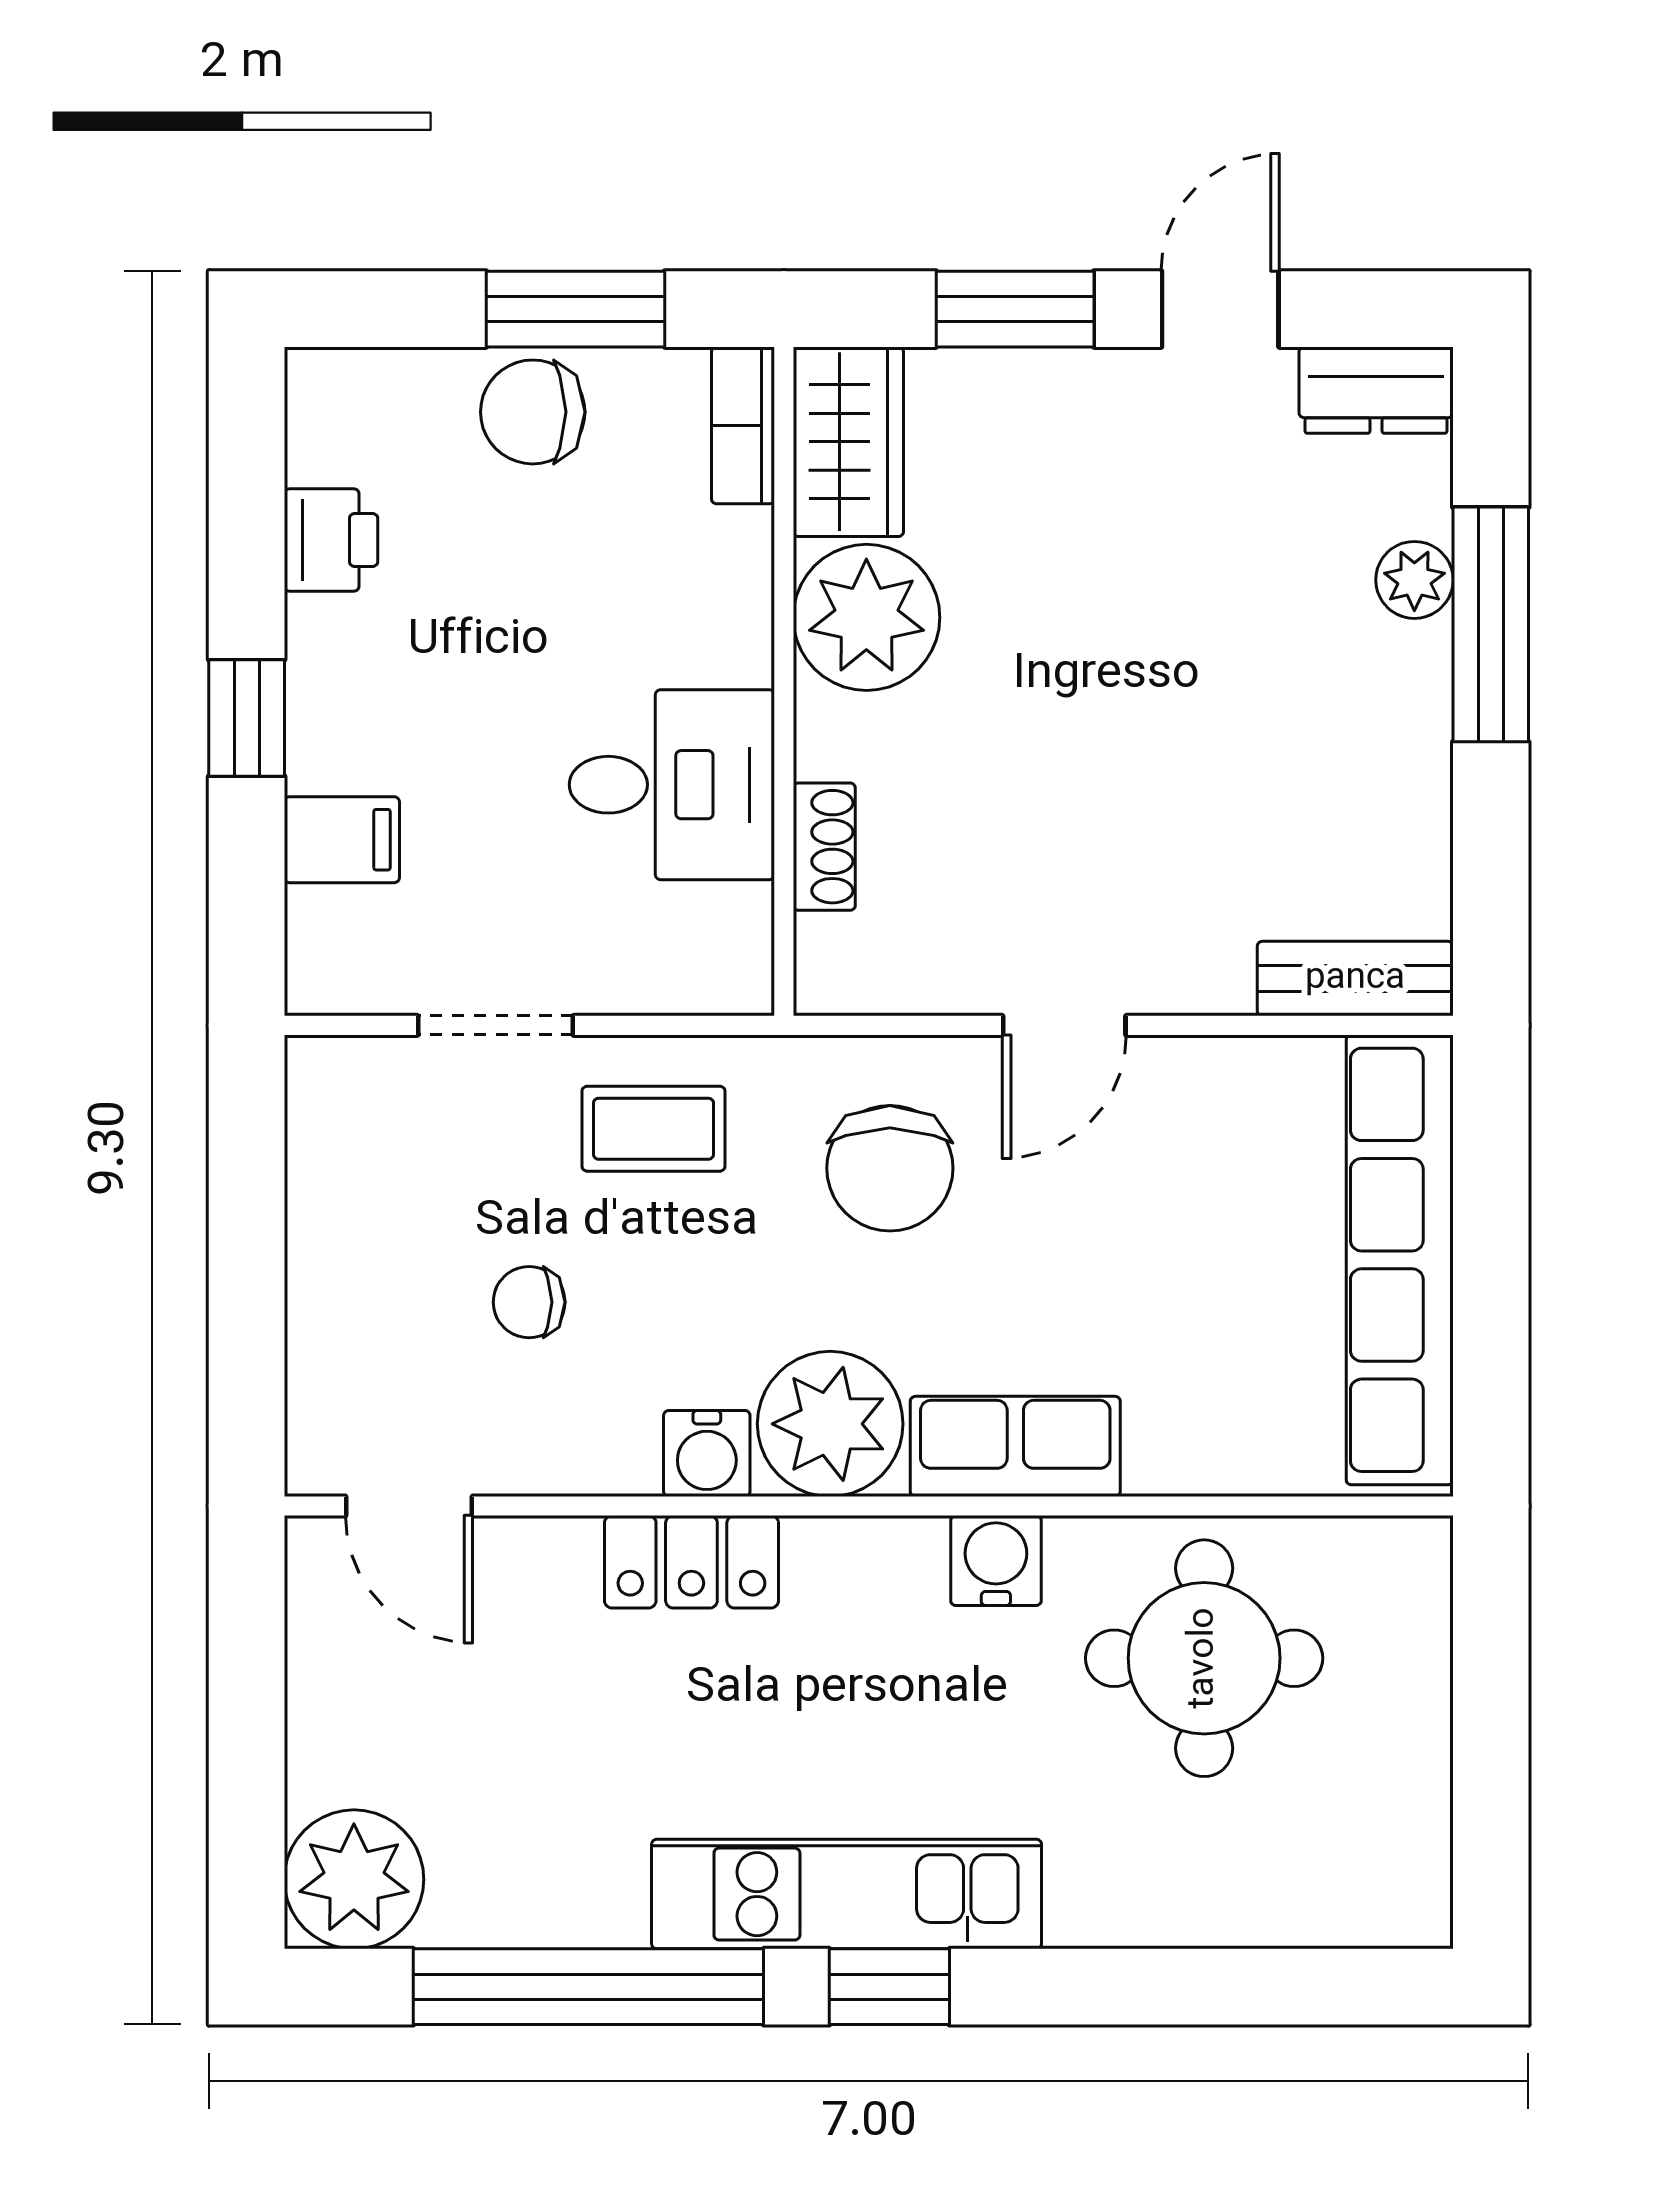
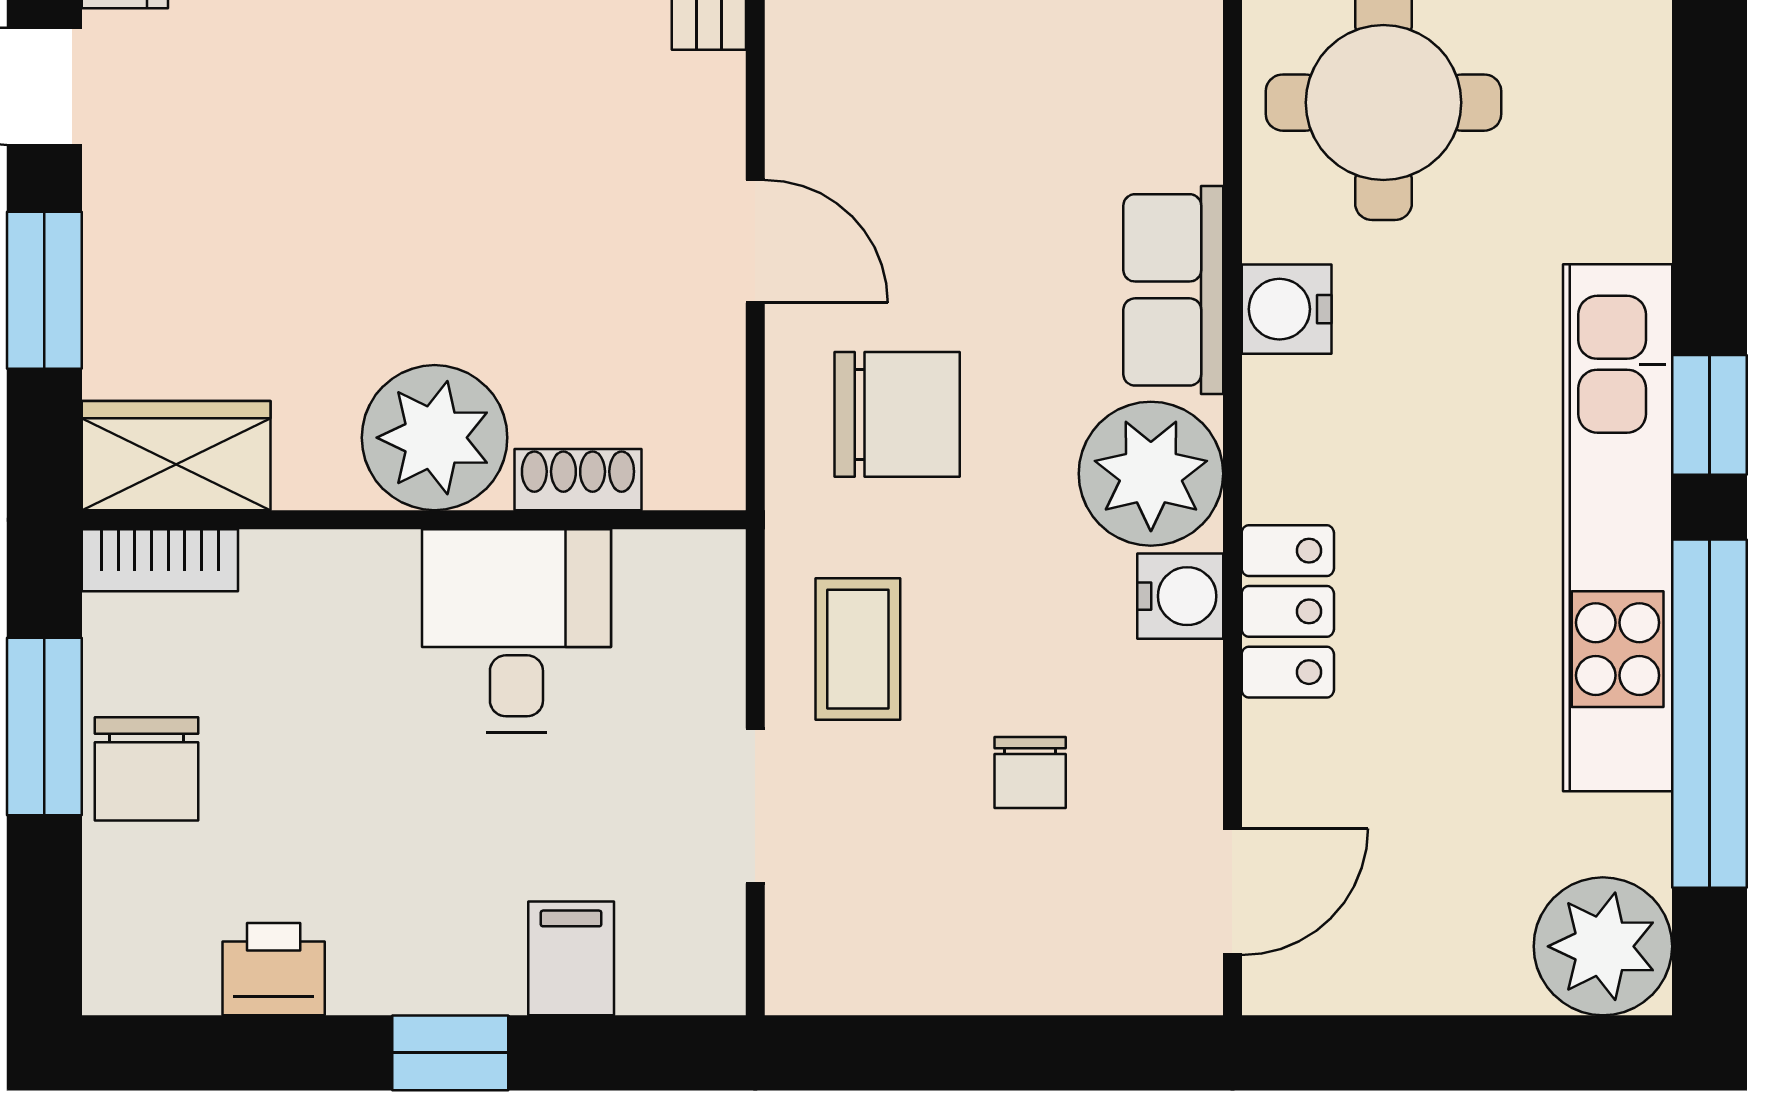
plant: (866, 617) -> (435, 438), moved
kitchen unit: (847, 1894) -> (1618, 528), width x1.36

